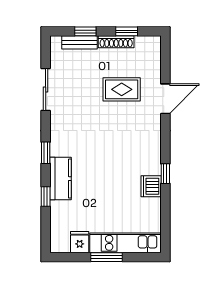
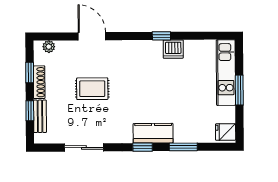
plant: (154, 52) -> (49, 47), added
rug: (122, 89) -> (92, 89), moved, turned 90
kitchen counter: (61, 179) -> (153, 133), moved
window: (46, 196) -> (183, 147), width x1.50
fridge: (80, 242) -> (226, 132), moved

